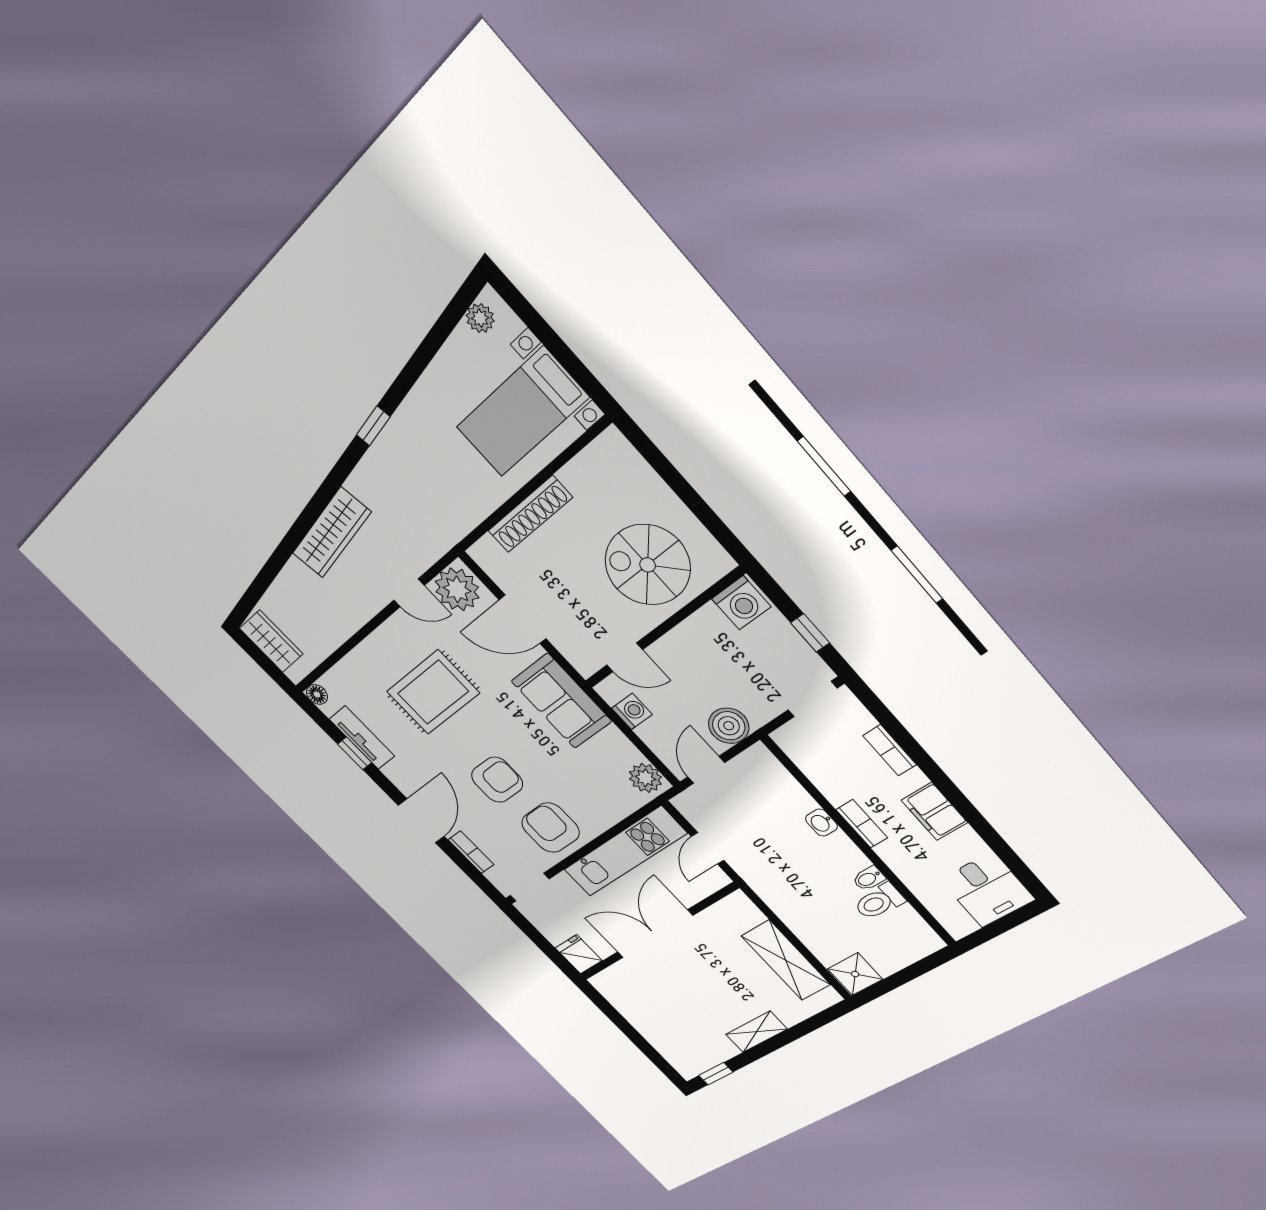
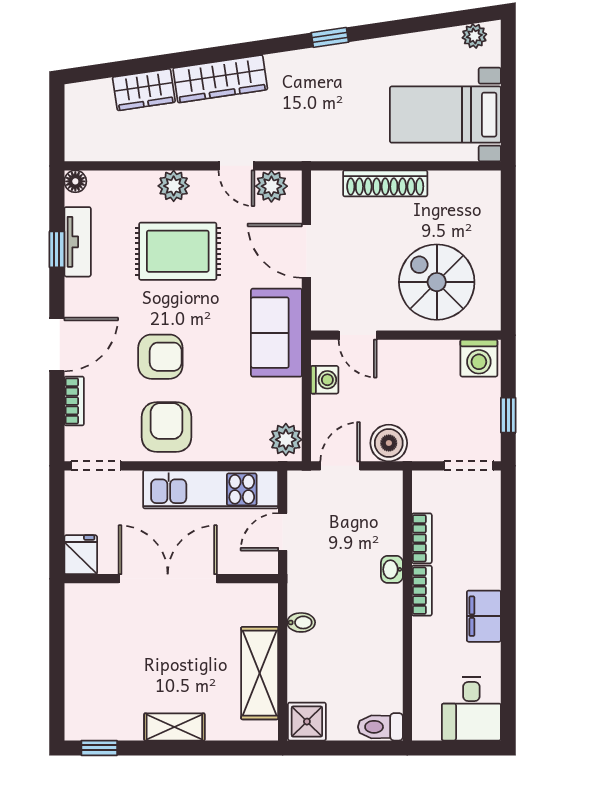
plant: (457, 589) -> (271, 186), width x0.73, depth x0.73
wardrobe: (271, 641) -> (144, 90), moved, turned 82
plant: (382, 645) -> (174, 186), added
bookcase: (890, 750) -> (422, 538), moved, turned 180
bidet: (869, 878) -> (301, 622), moved, turned 180
toilet: (879, 902) -> (380, 727), moved

